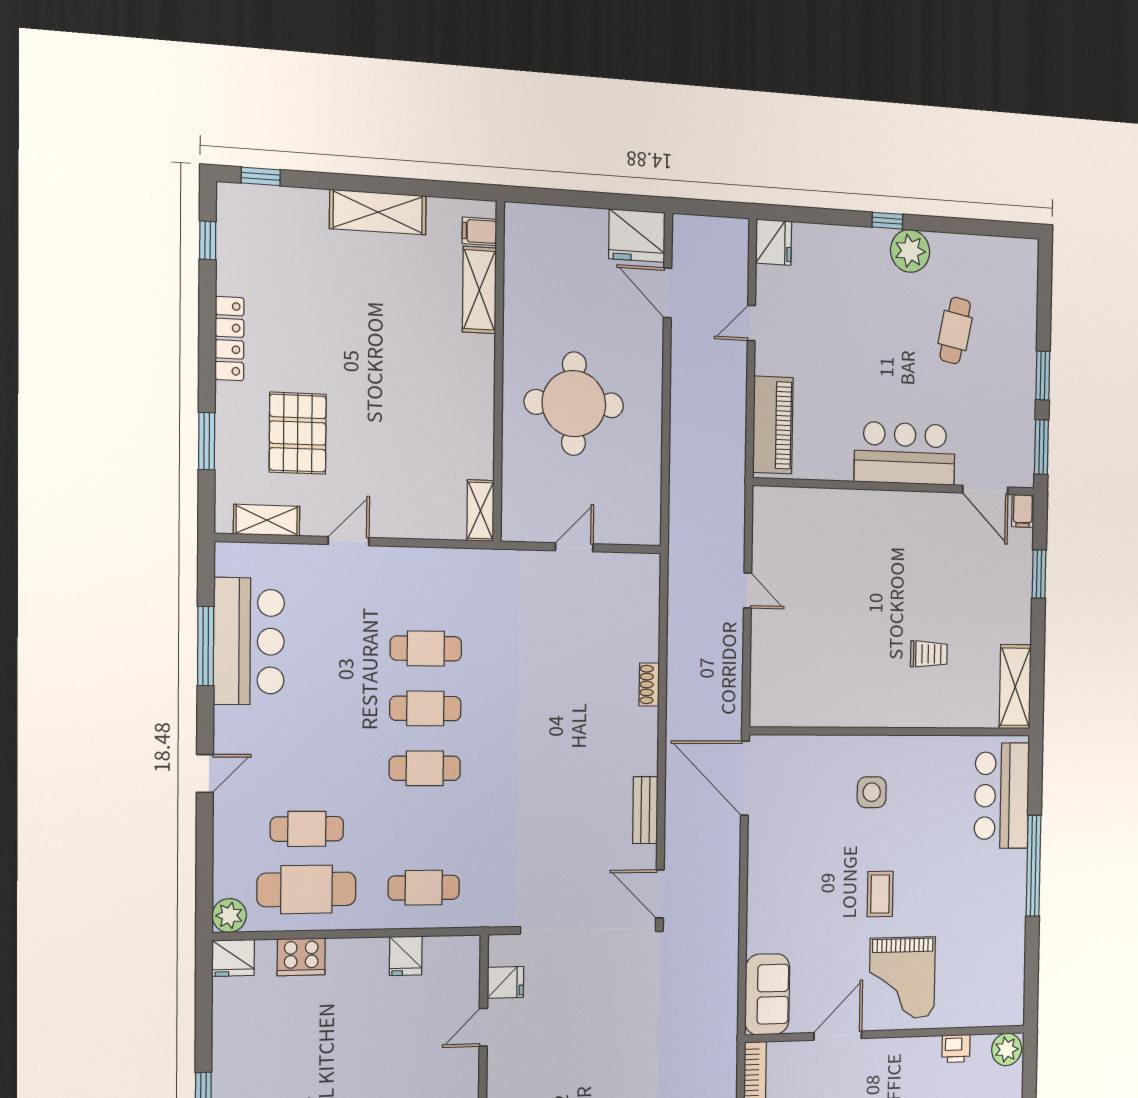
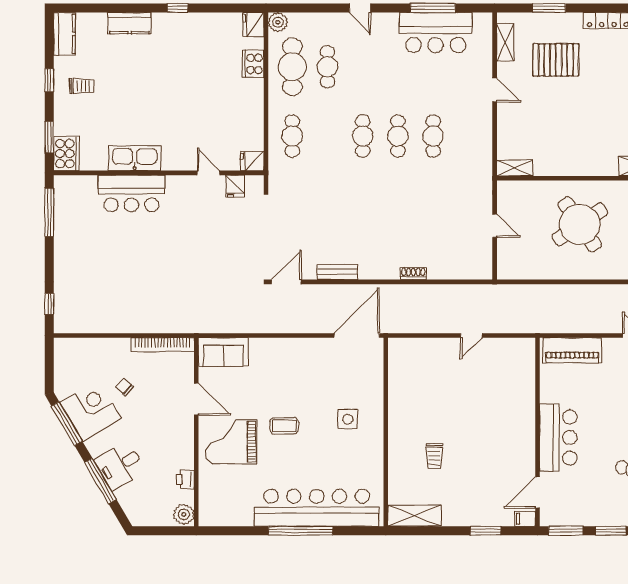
round table: (574, 404) -> (580, 224), turned -34
bar counter: (1002, 796) -> (317, 508), width x1.86
fridge: (406, 956) -> (252, 161), moved

